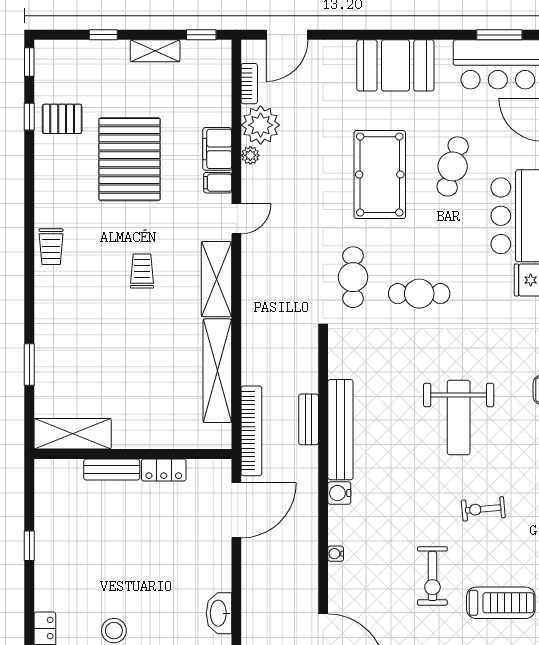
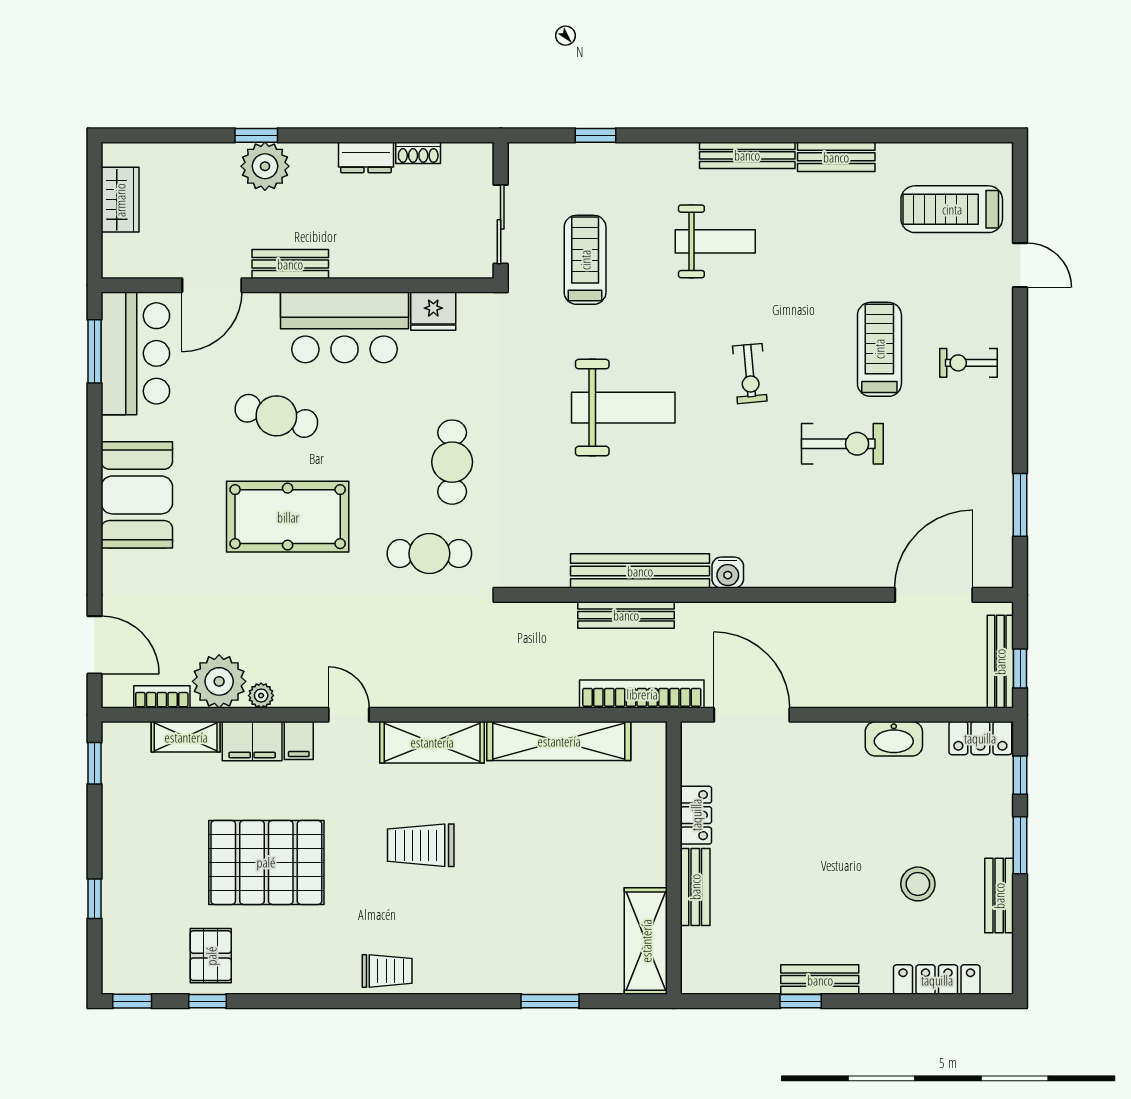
shelving: (155, 51) -> (186, 737), moved, turned 90
trolley: (142, 271) -> (421, 845), width x1.36, depth x1.39
bench: (309, 419) -> (626, 615), width x1.36
water cooler: (336, 554) -> (812, 578), removed
bench: (45, 560) -> (820, 980), added

